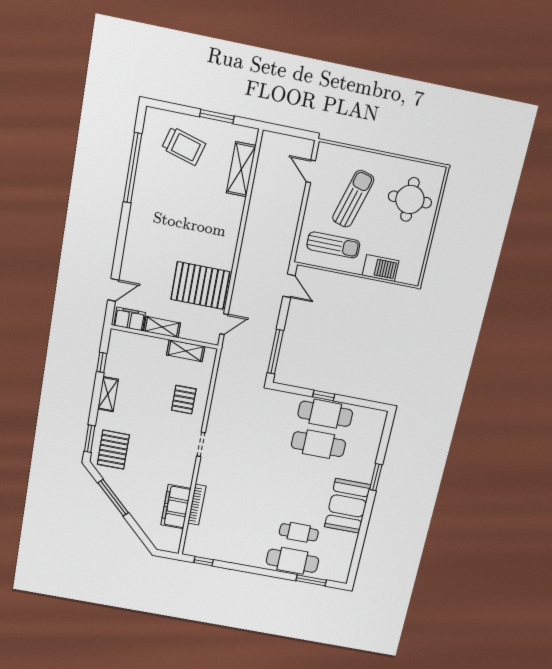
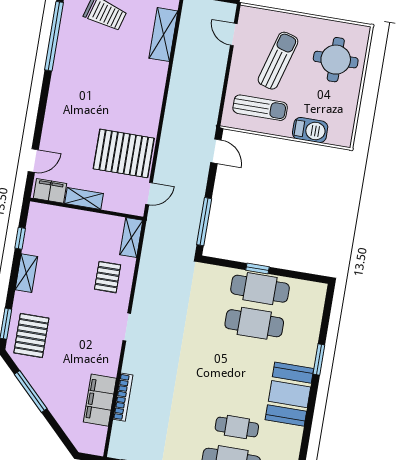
shelving: (186, 351) -> (131, 238), moved, turned 90

